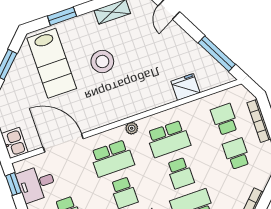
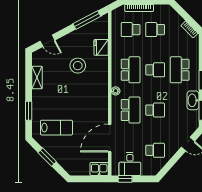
stool: (102, 61) -> (78, 66), moved
lab bench: (52, 63) -> (56, 128), width x0.73, depth x0.72

